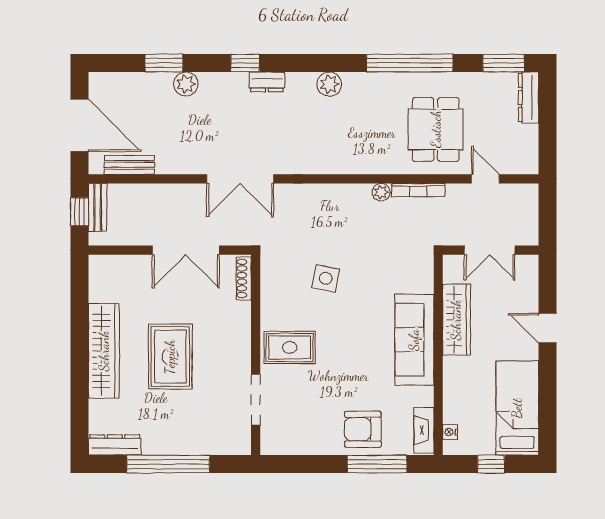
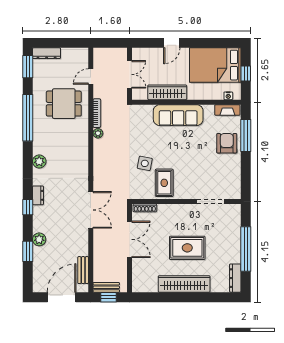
rug: (290, 347) -> (164, 183), moved
bed: (517, 408) -> (215, 65), width x1.50
armchair: (363, 429) -> (227, 143), turned 180

